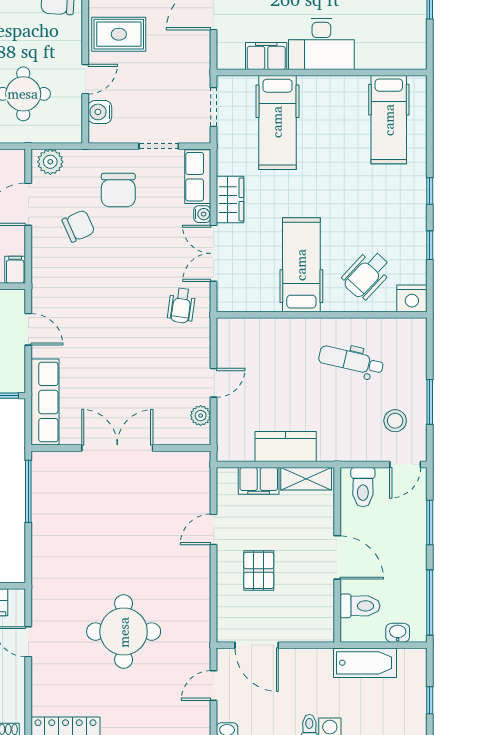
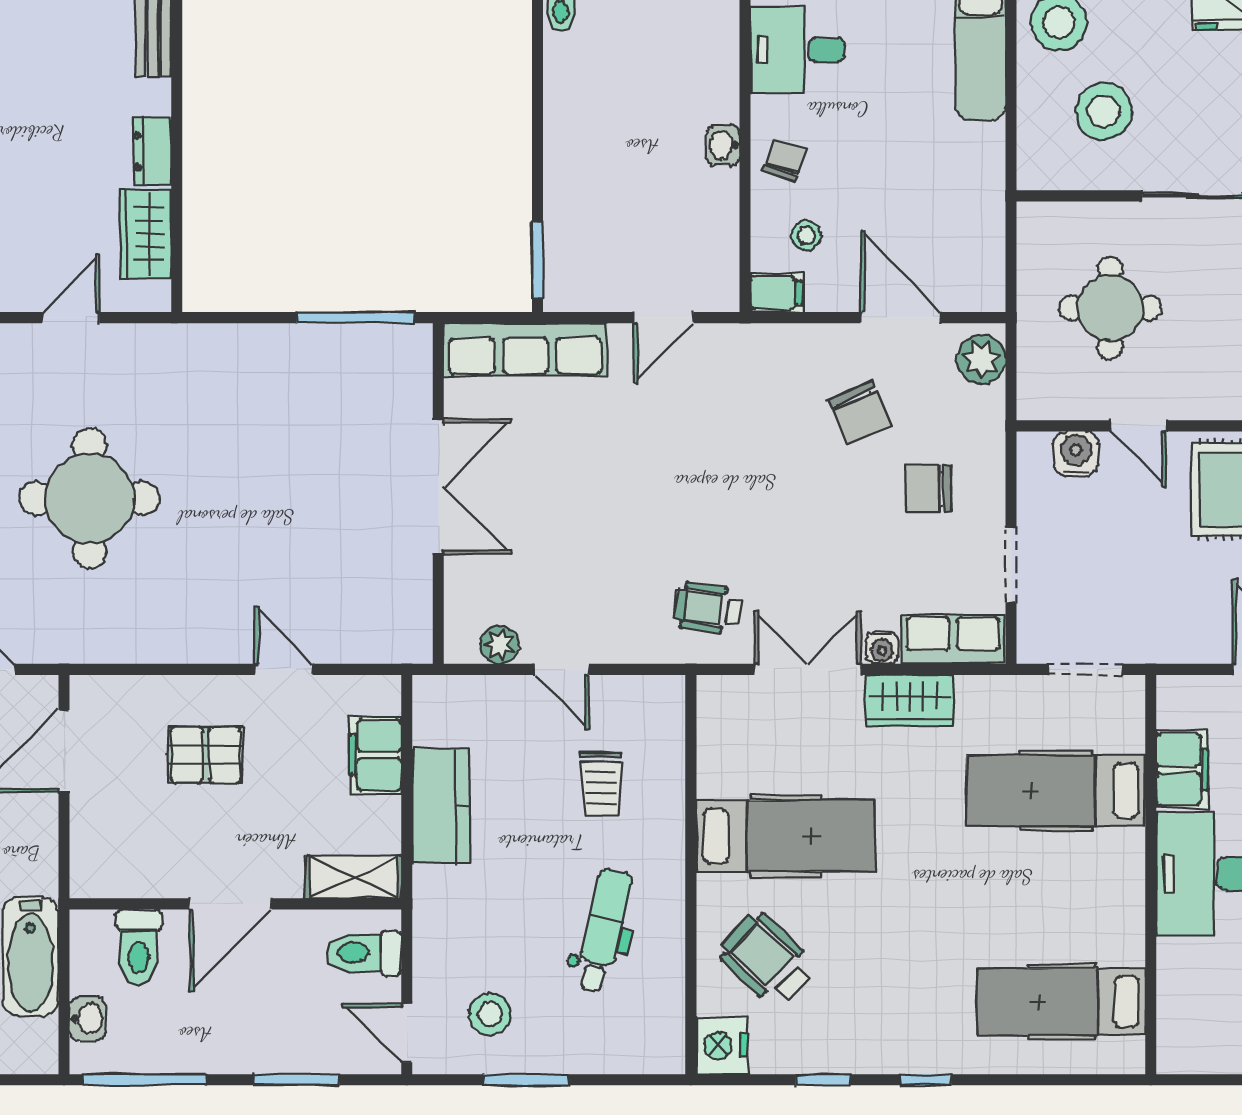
chair: (118, 190) -> (928, 488), width x0.73, depth x0.73
trolley: (274, 362) -> (601, 784), added
shelving: (306, 479) -> (353, 877), moved, turned 90

